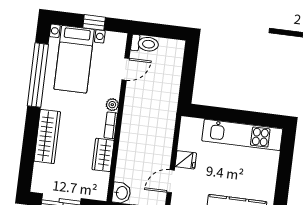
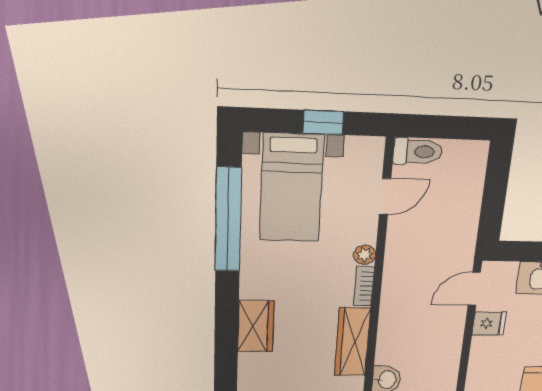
wardrobe: (47, 136) -> (256, 326), width x0.67
wardrobe: (103, 155) -> (352, 342), width x1.50
door: (171, 181) -> (474, 289), moved

